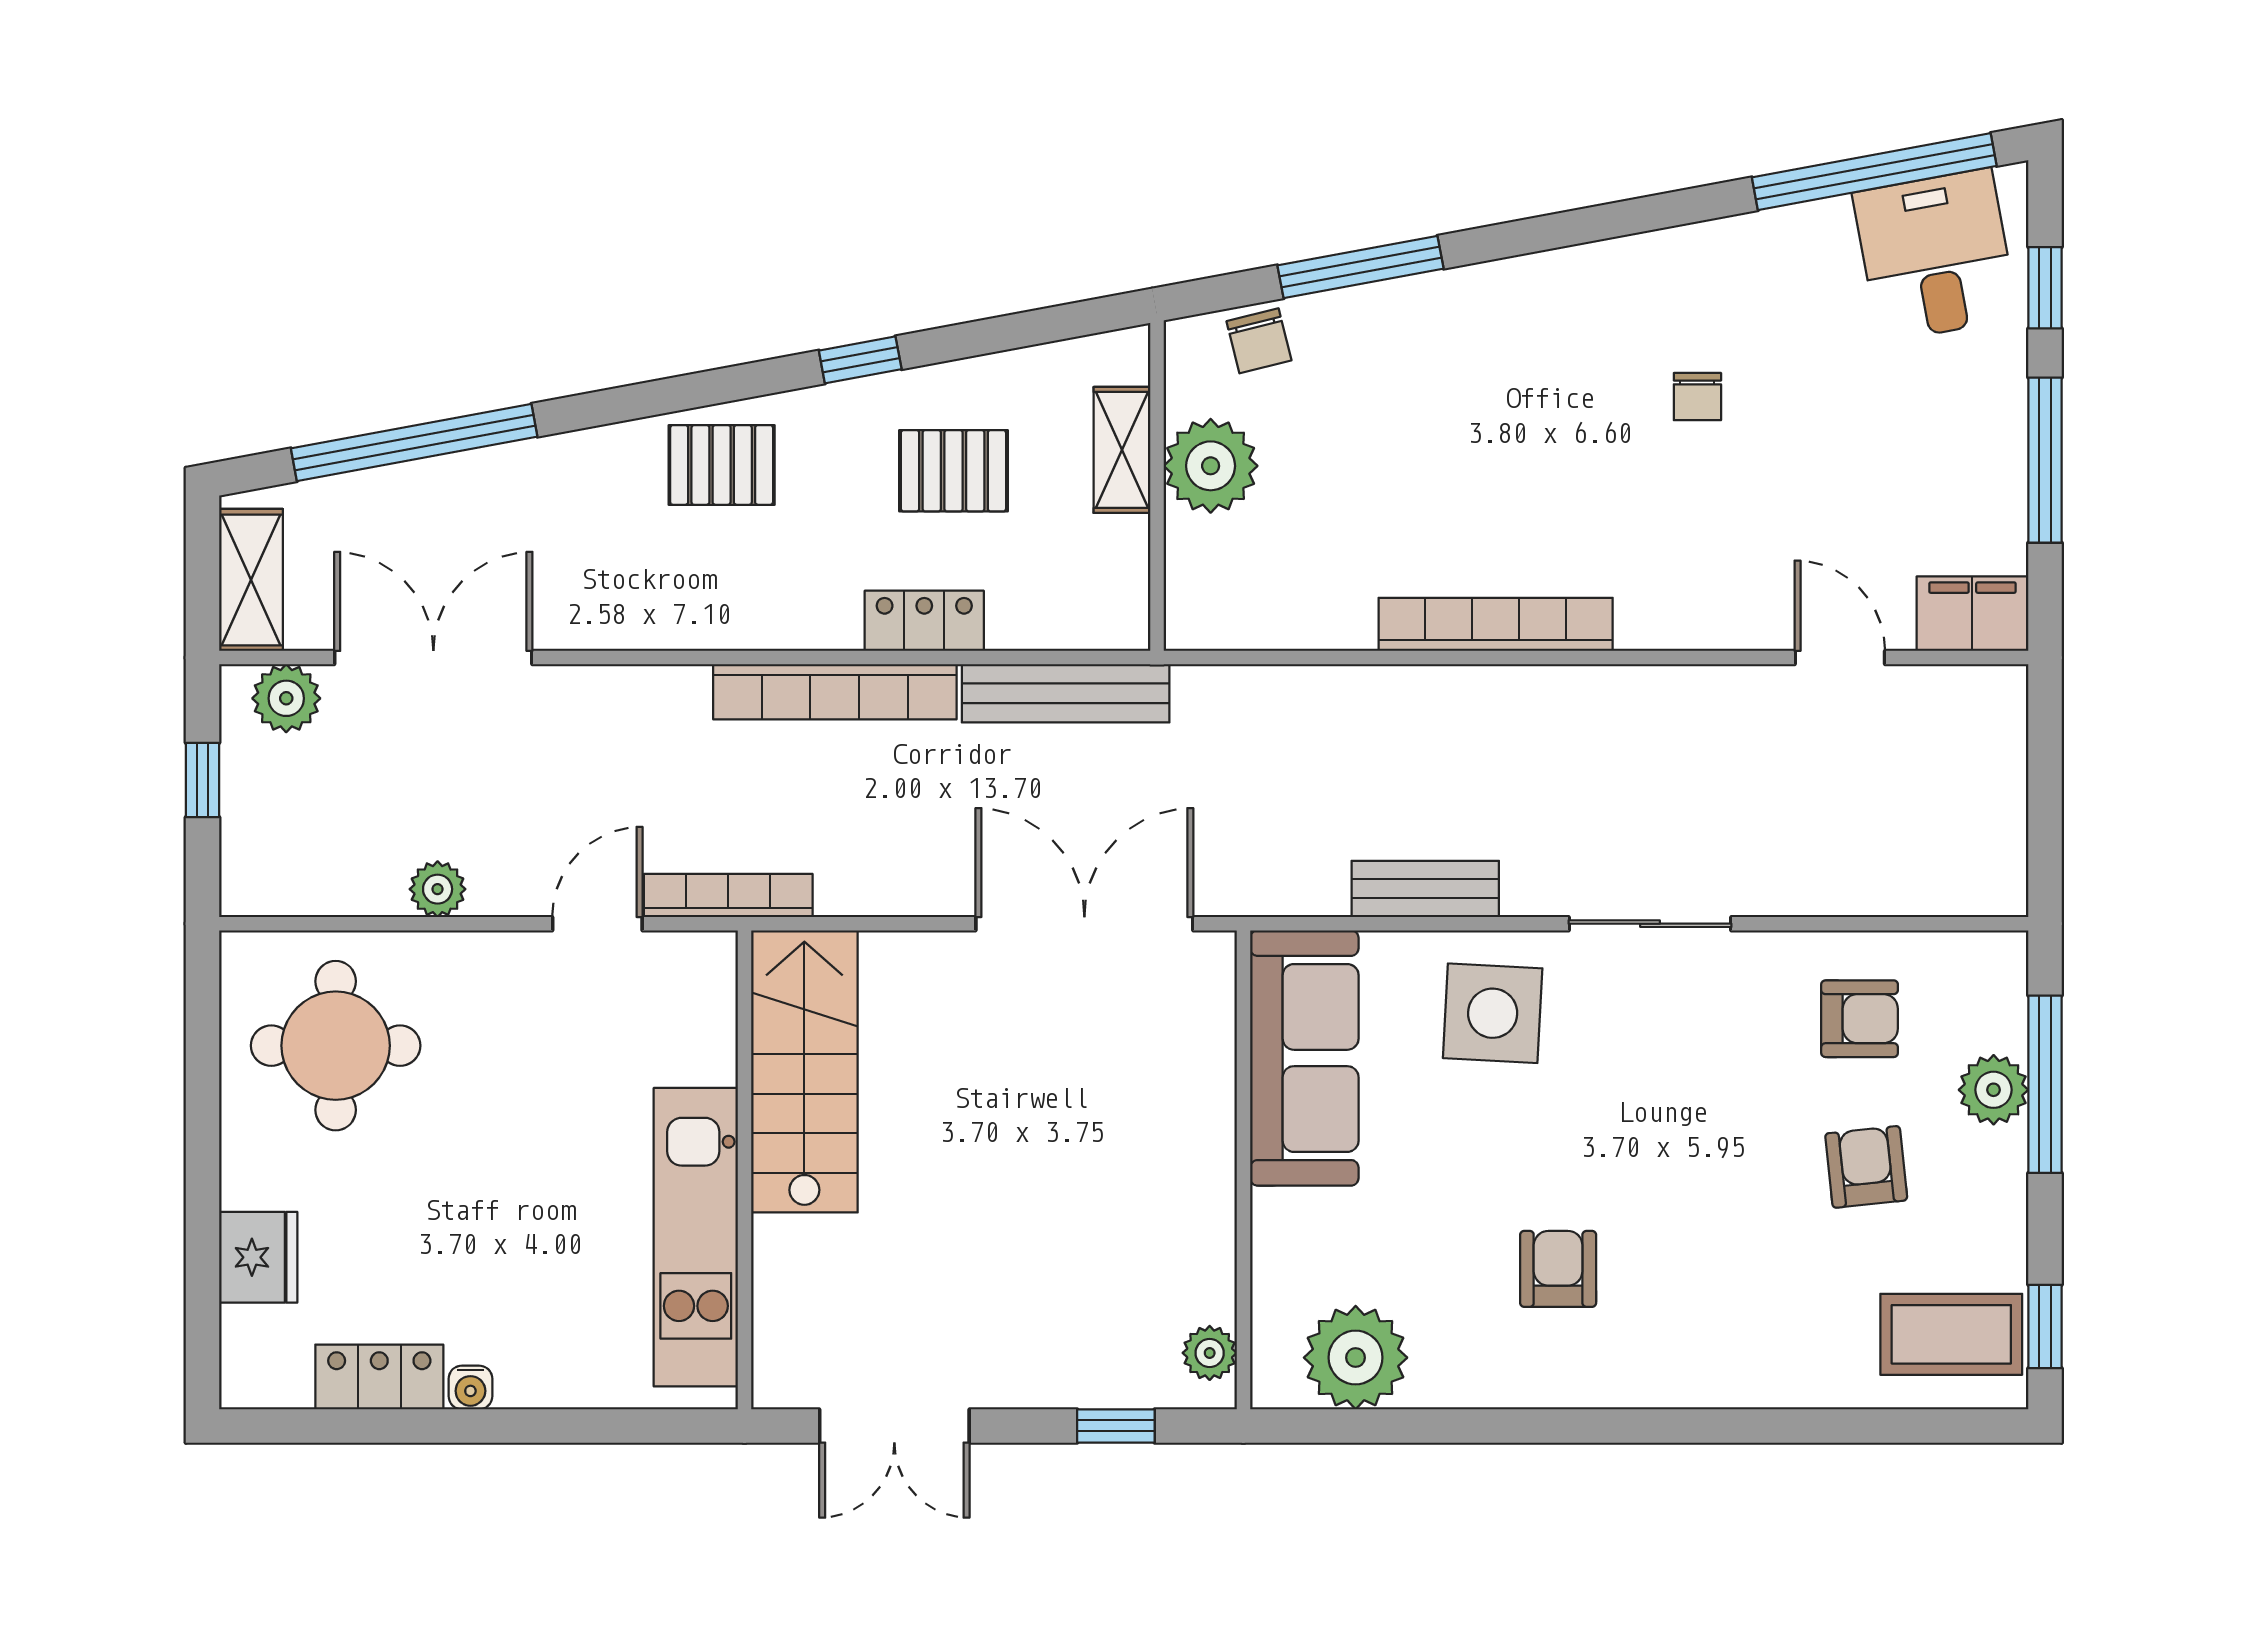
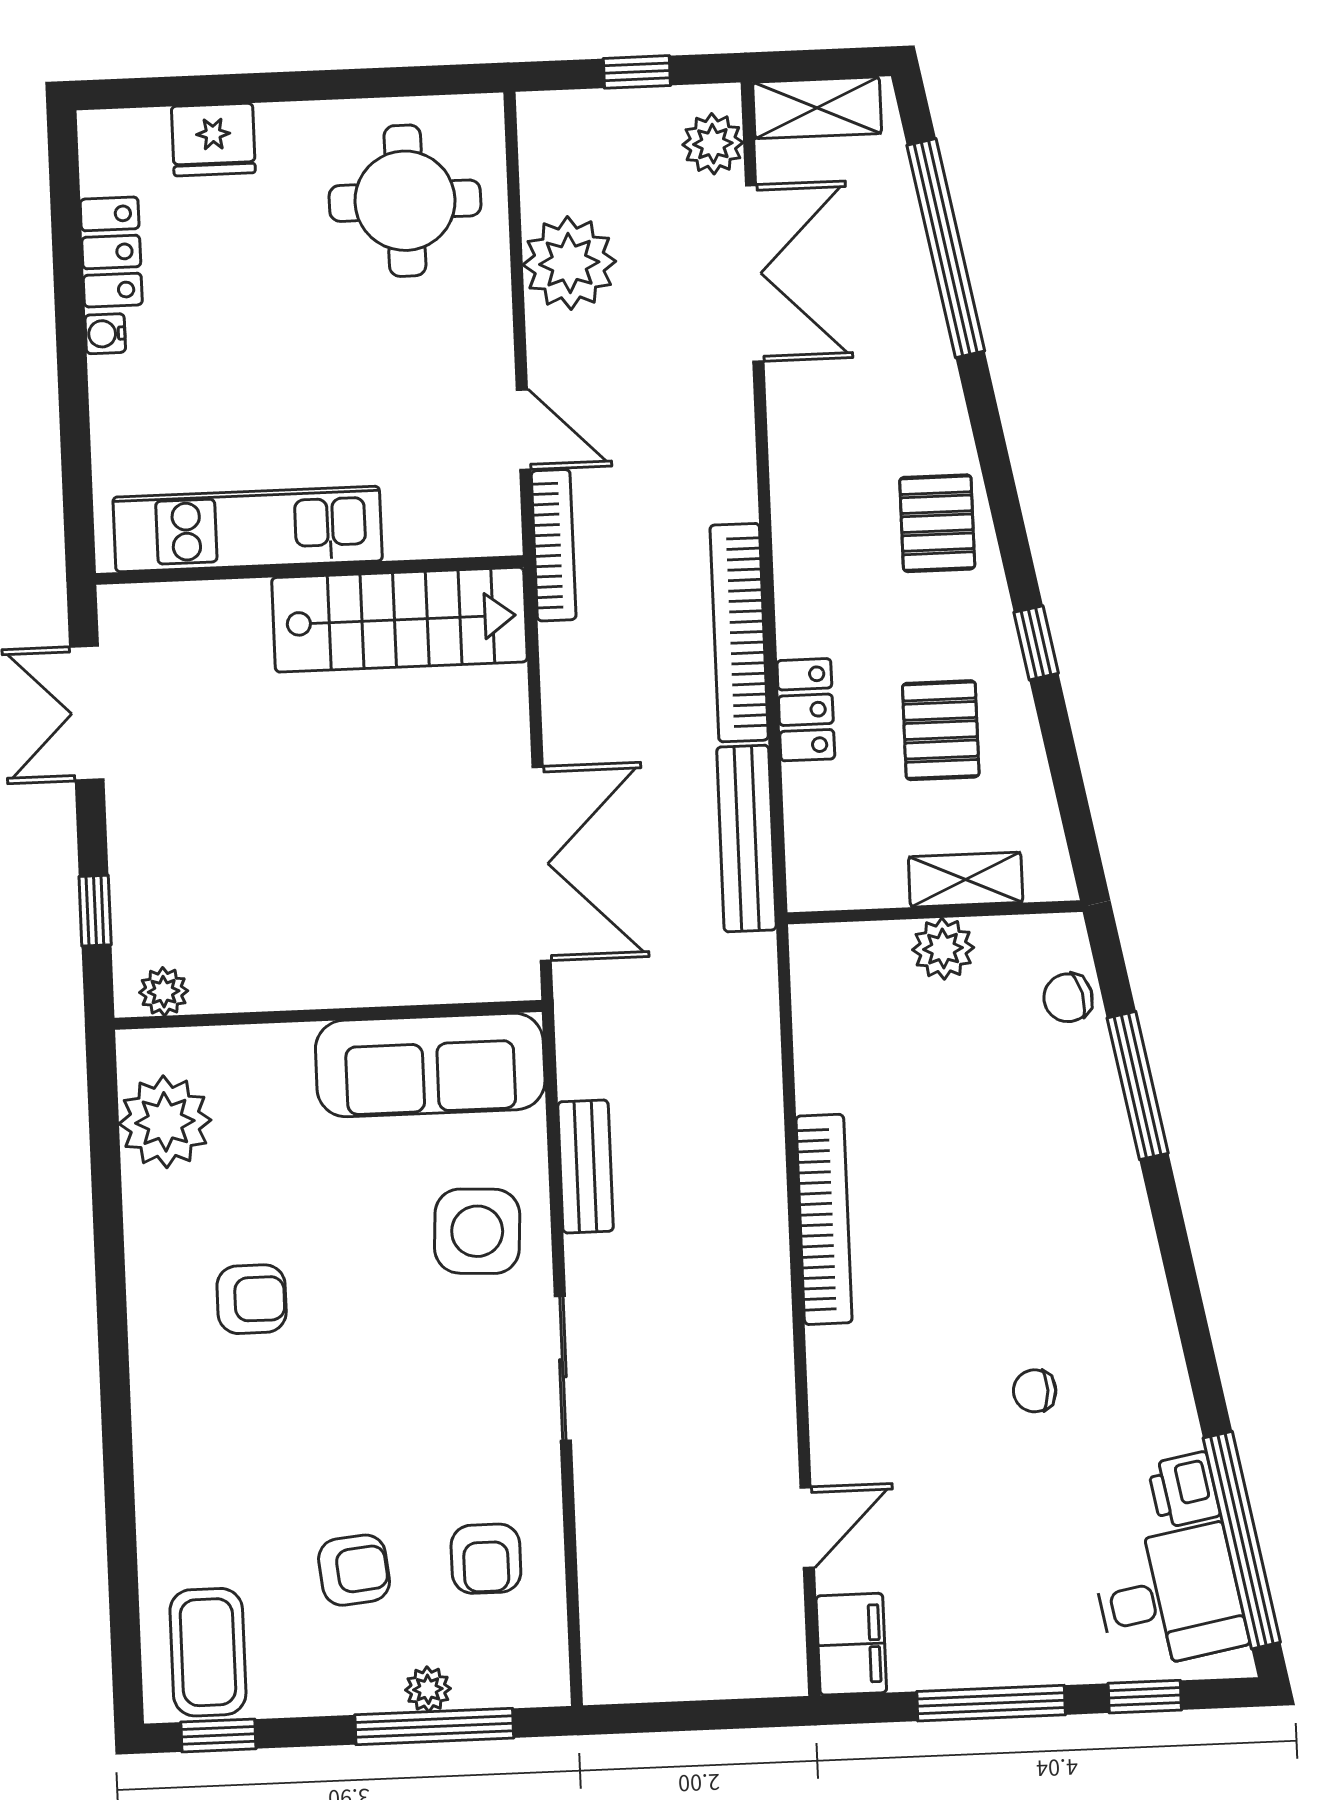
printer: (1815, 234) -> (1184, 1490), added
plant: (1211, 466) -> (943, 949), width x0.73, depth x0.73
plant: (438, 889) -> (569, 263), width x1.87, depth x1.87
plant: (1994, 1090) -> (428, 1689), width x0.73, depth x0.73

